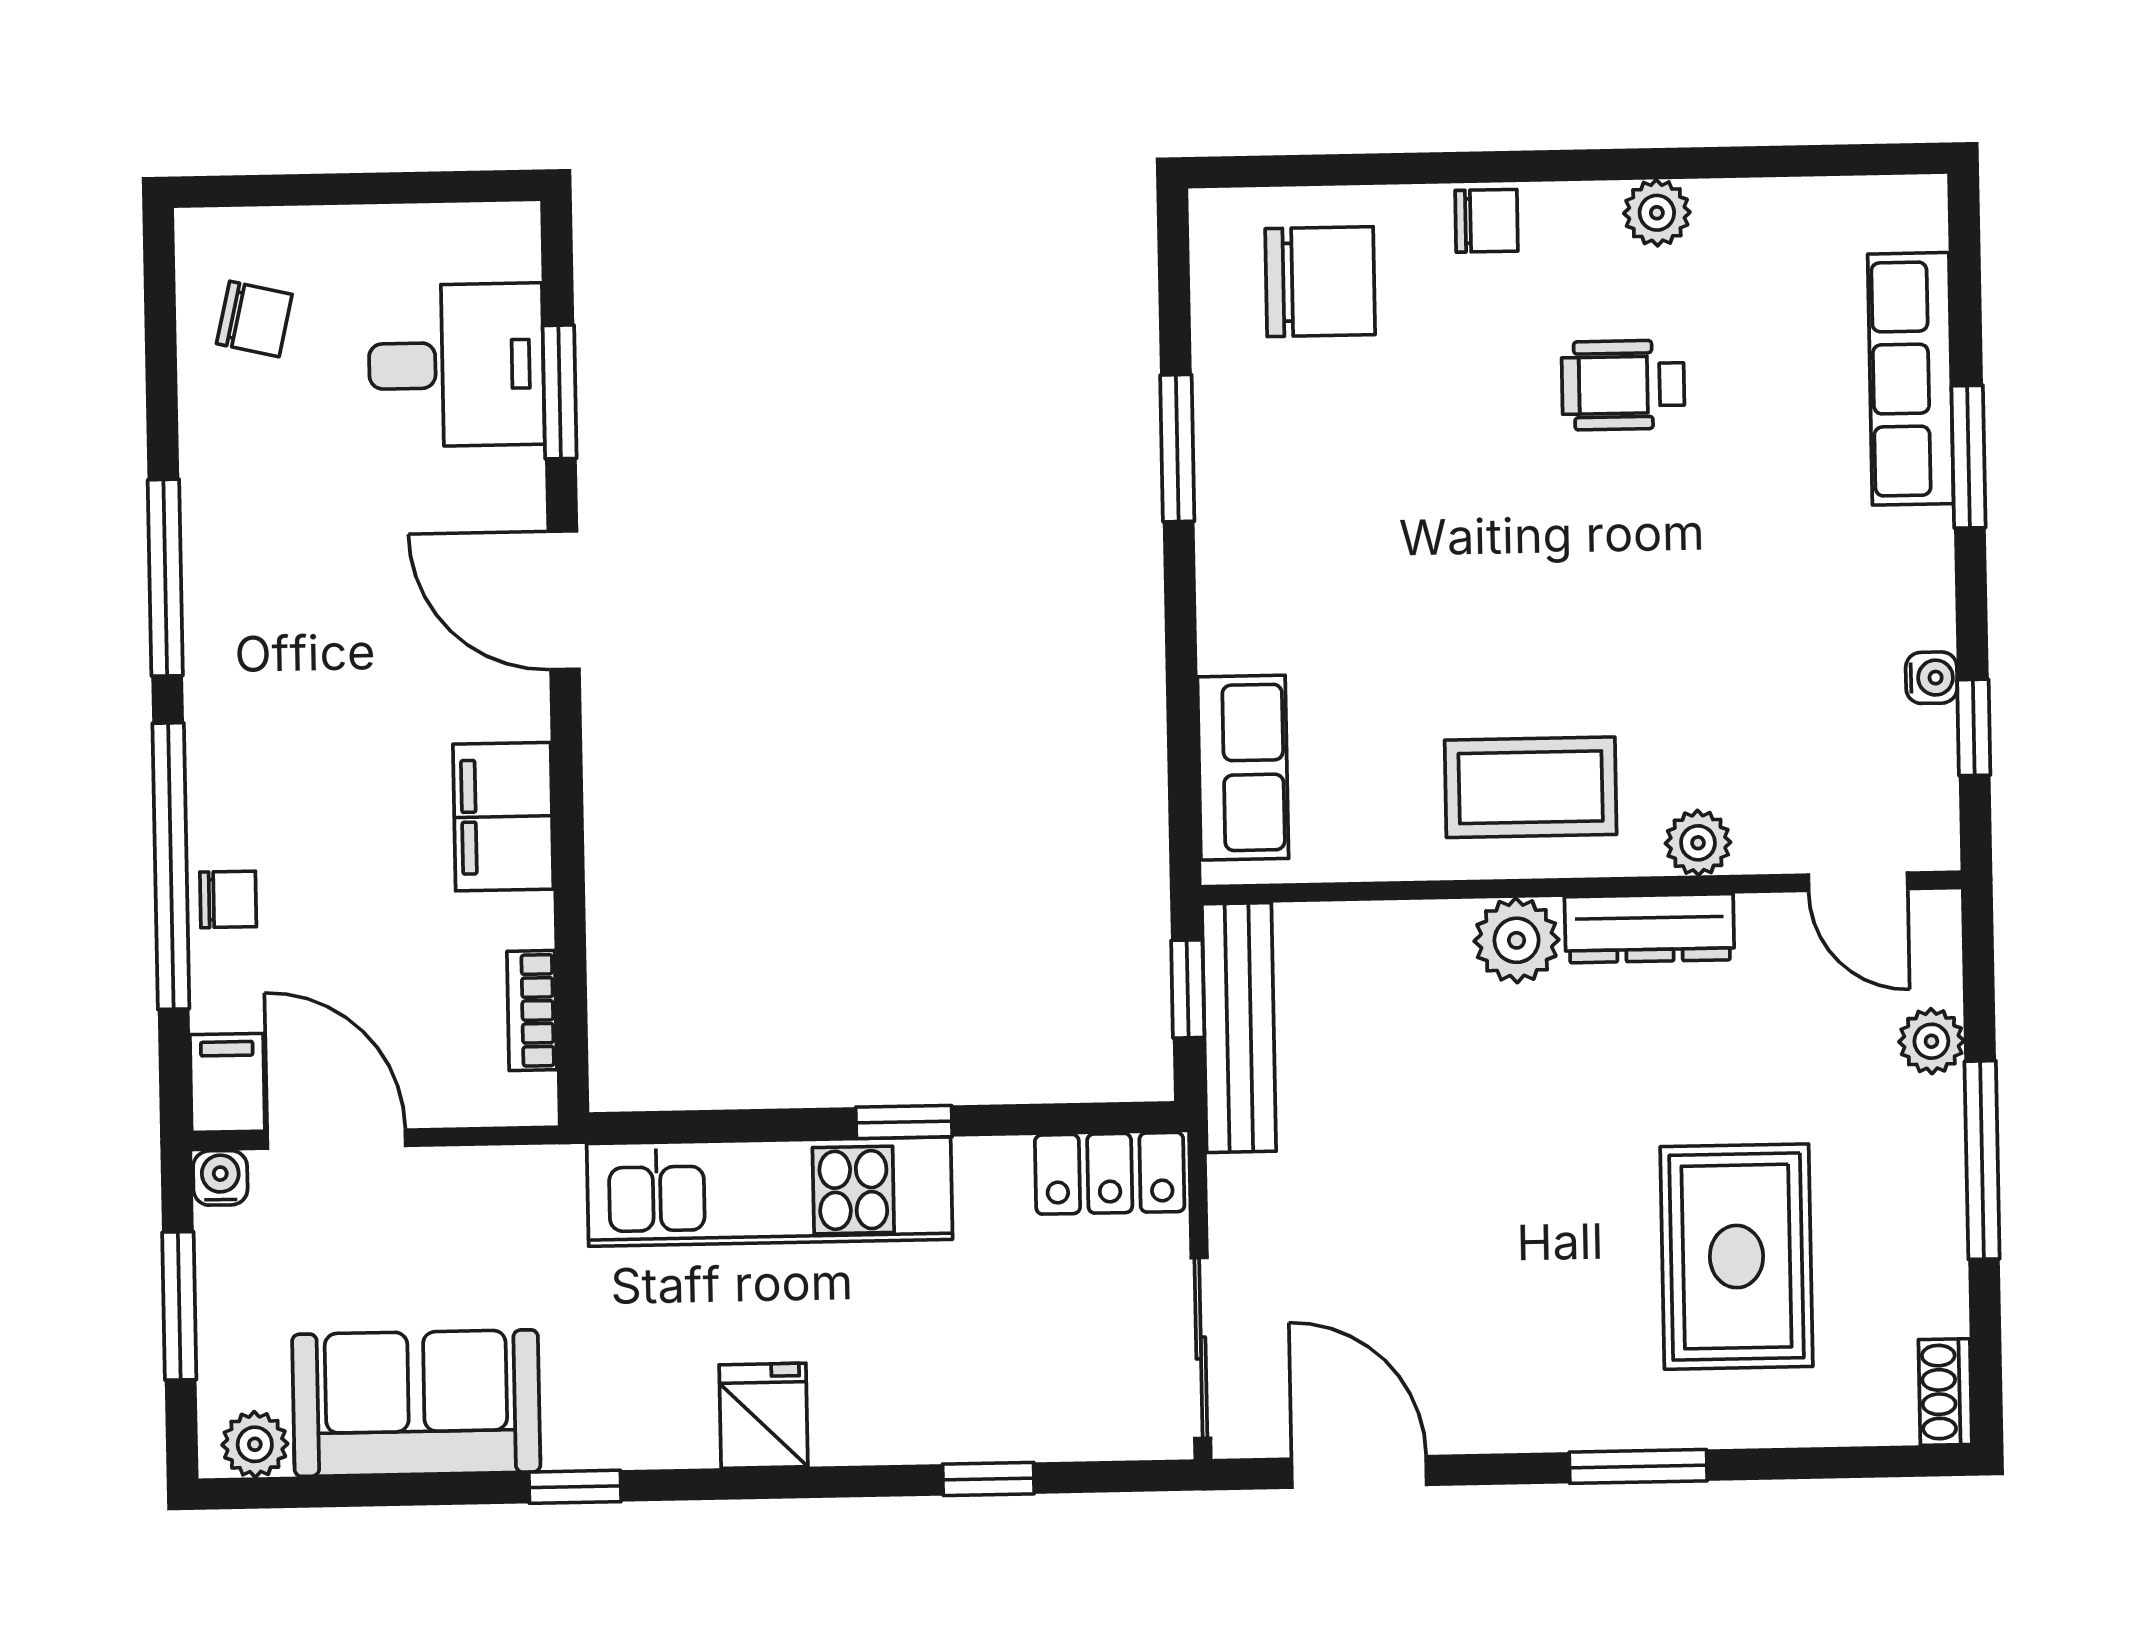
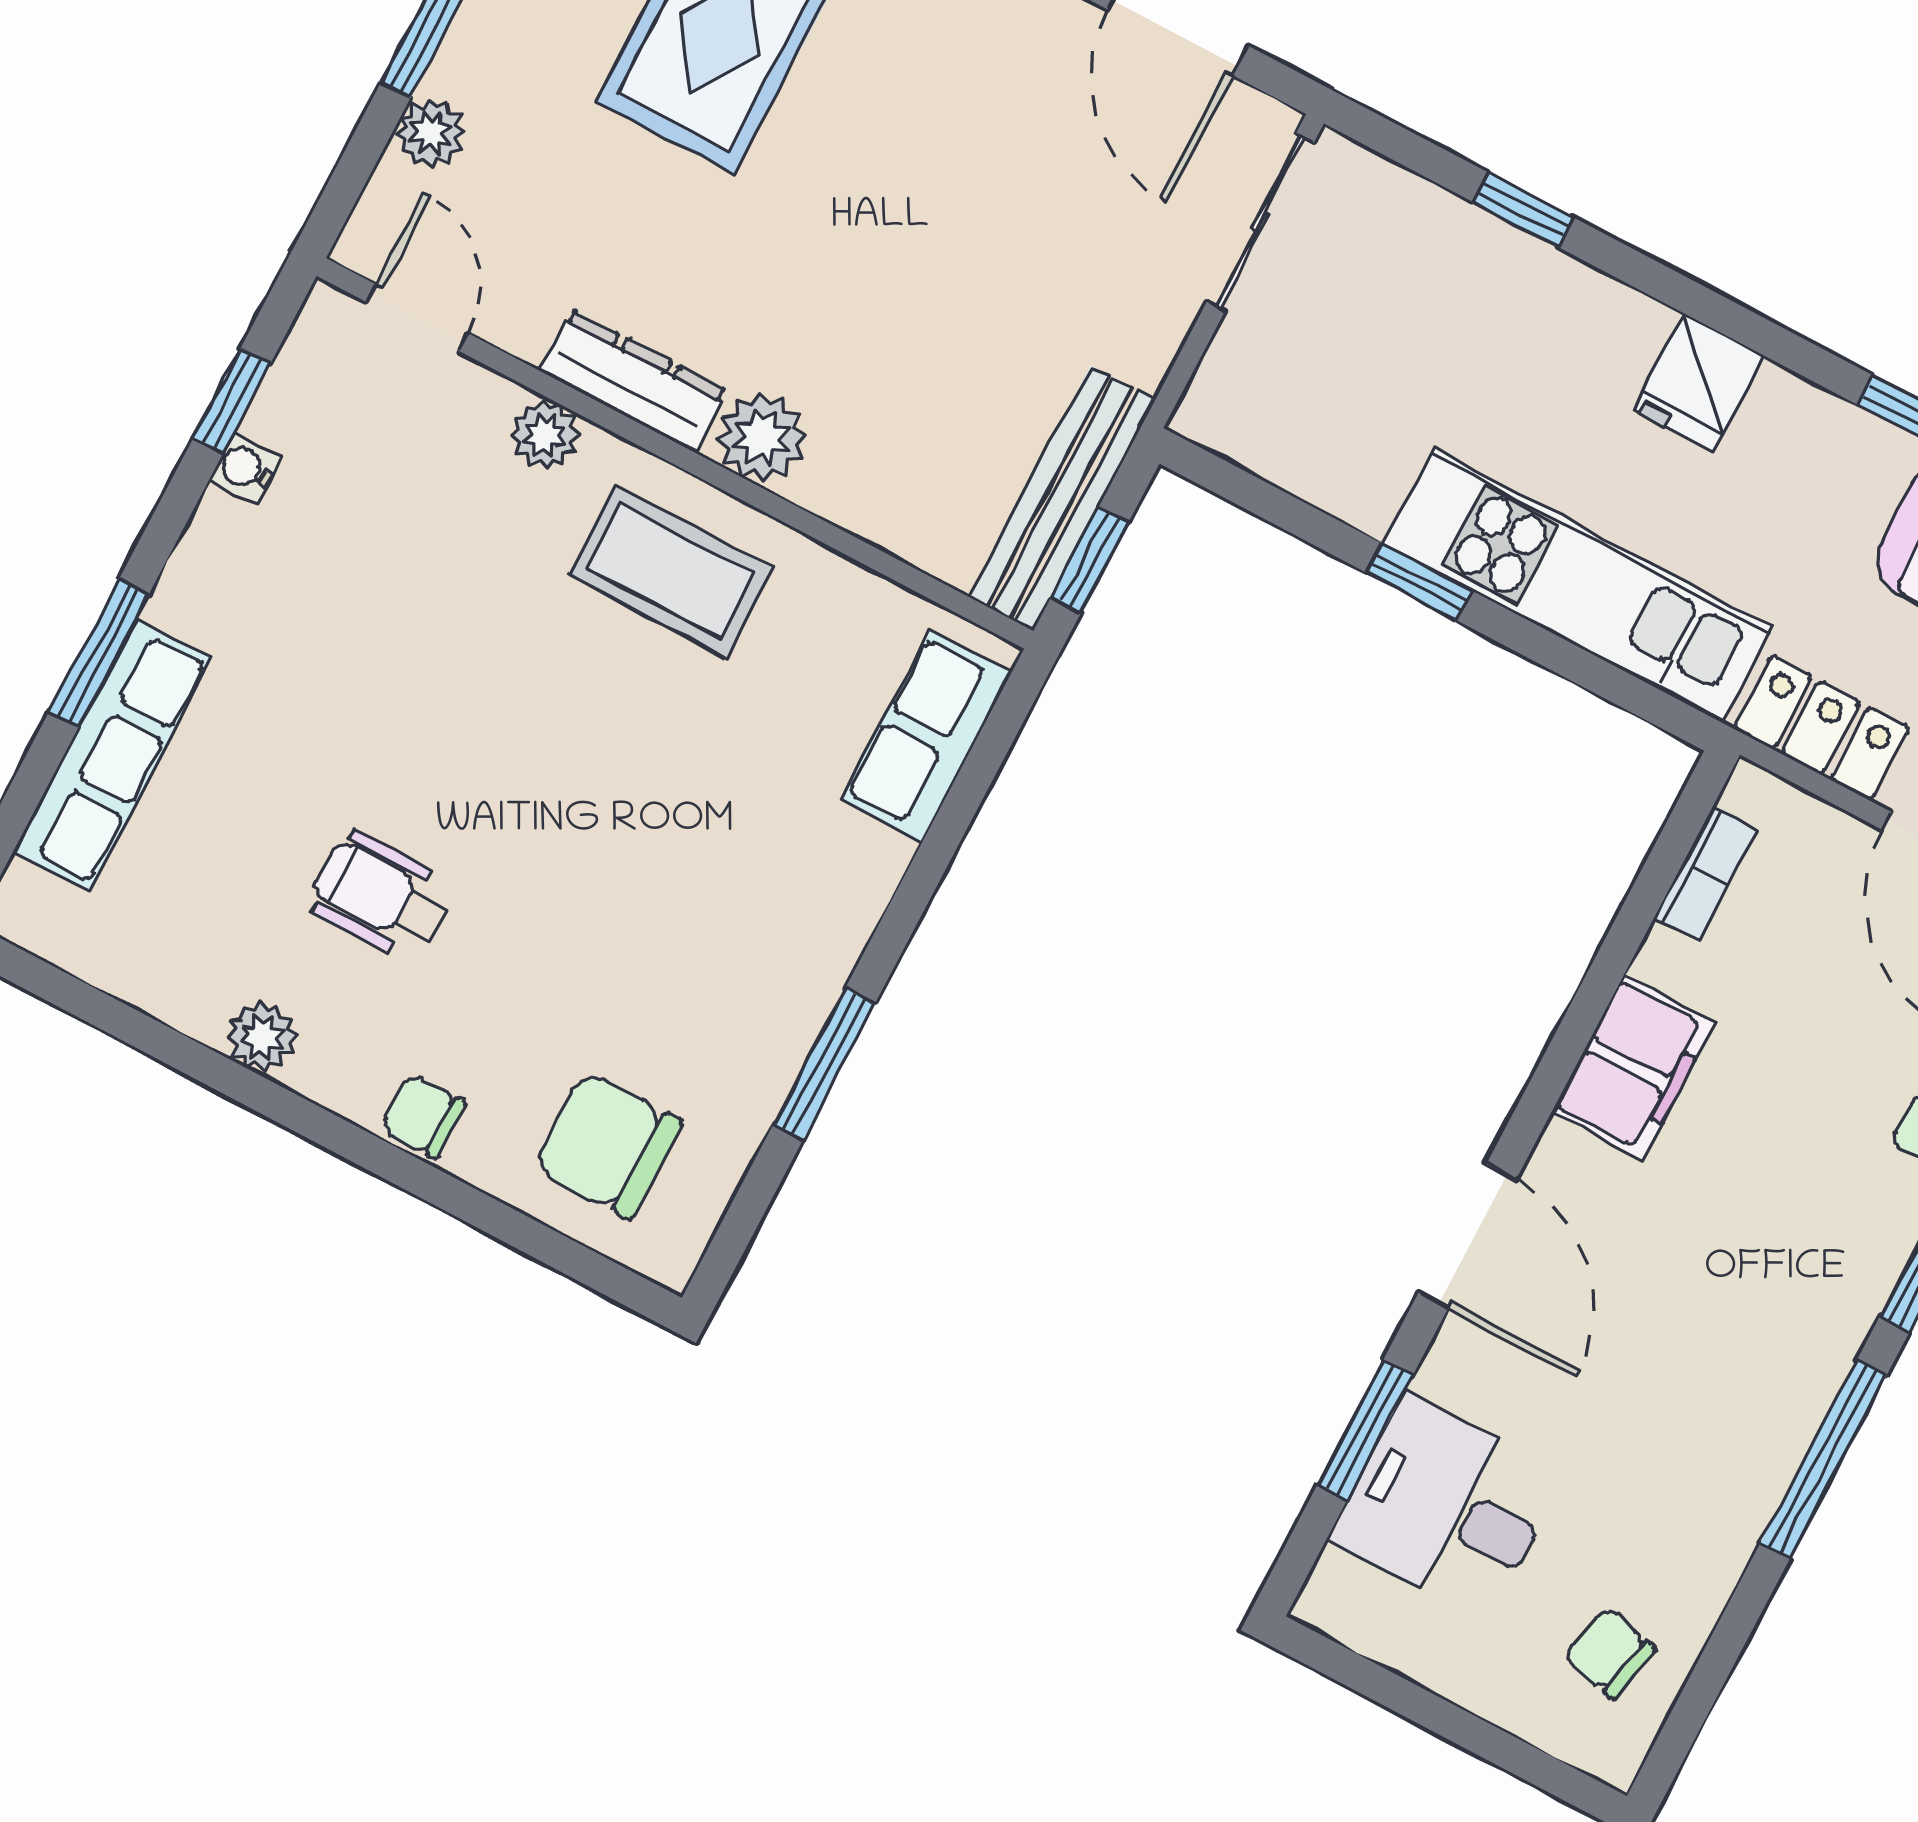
wheelchair: (1623, 385) -> (381, 895), turned 180
locker: (1110, 1173) -> (1821, 728), moved

